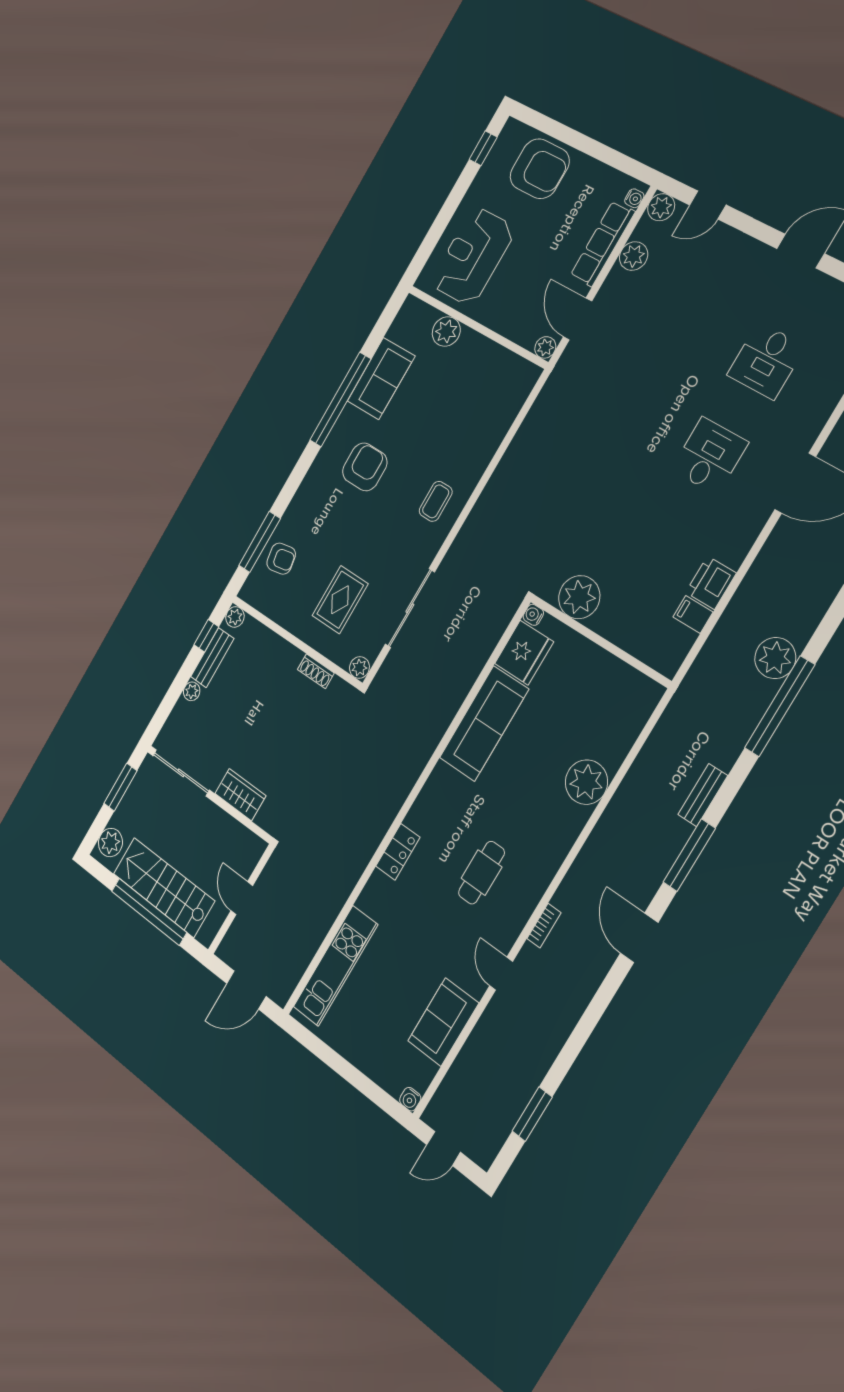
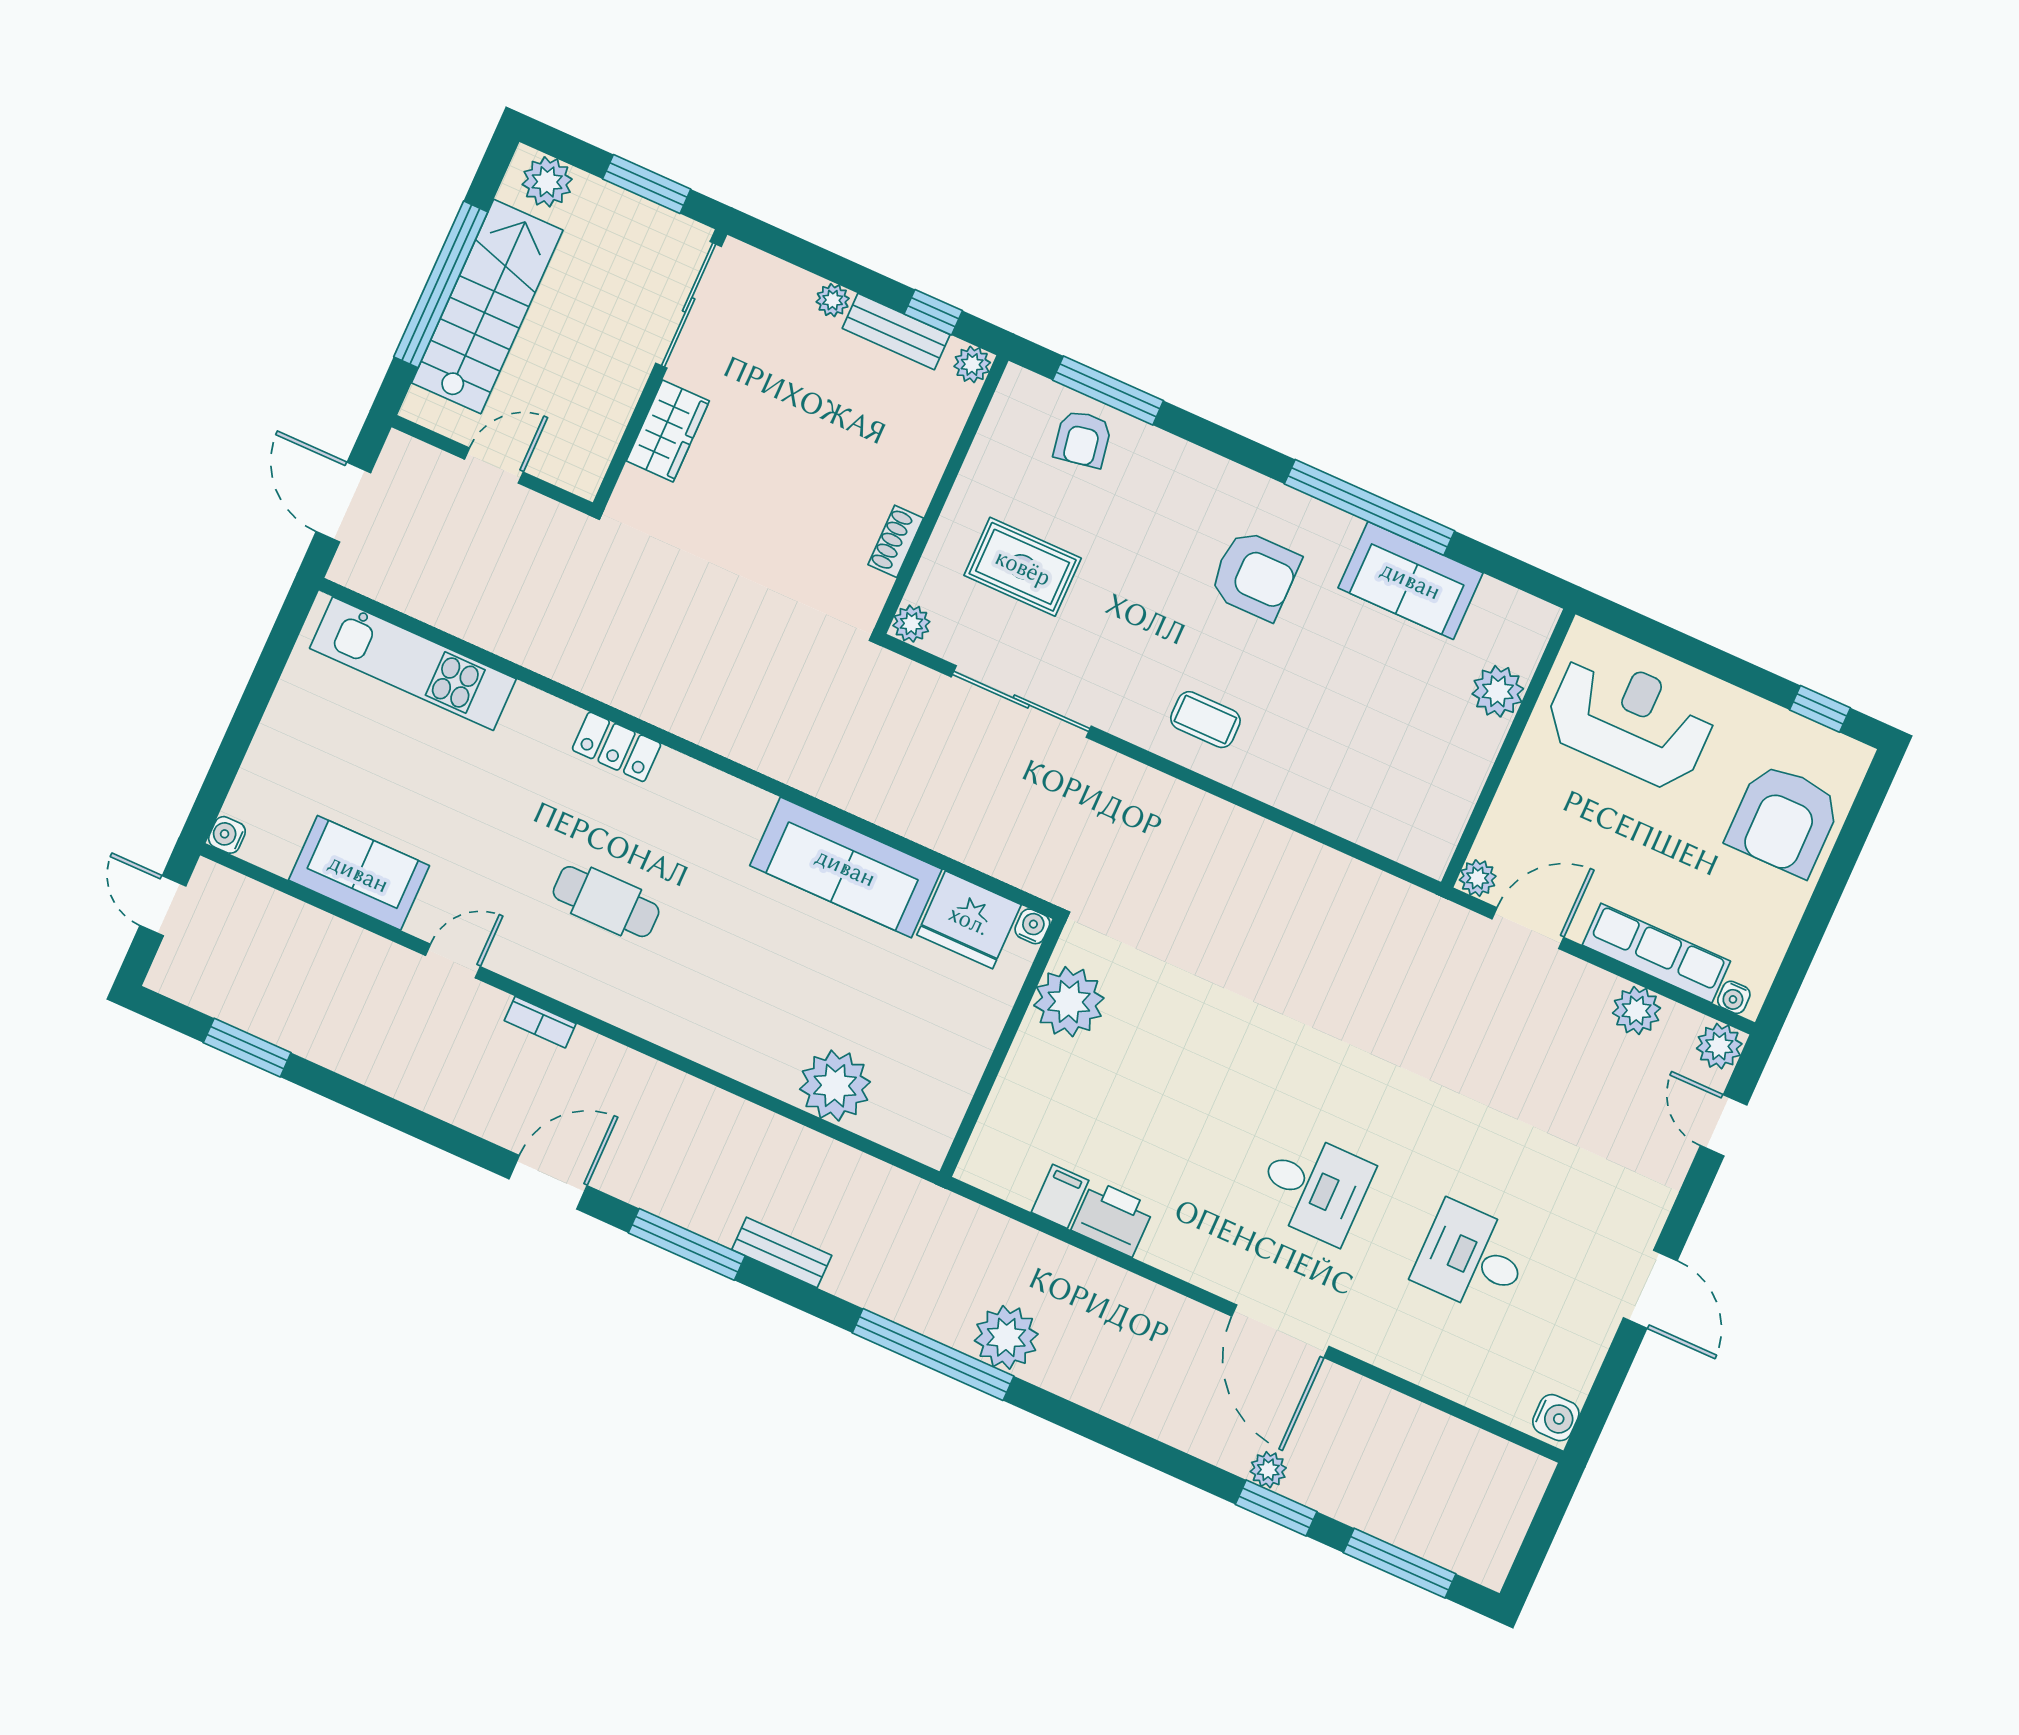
plant: (586, 782) -> (835, 1086), moved

